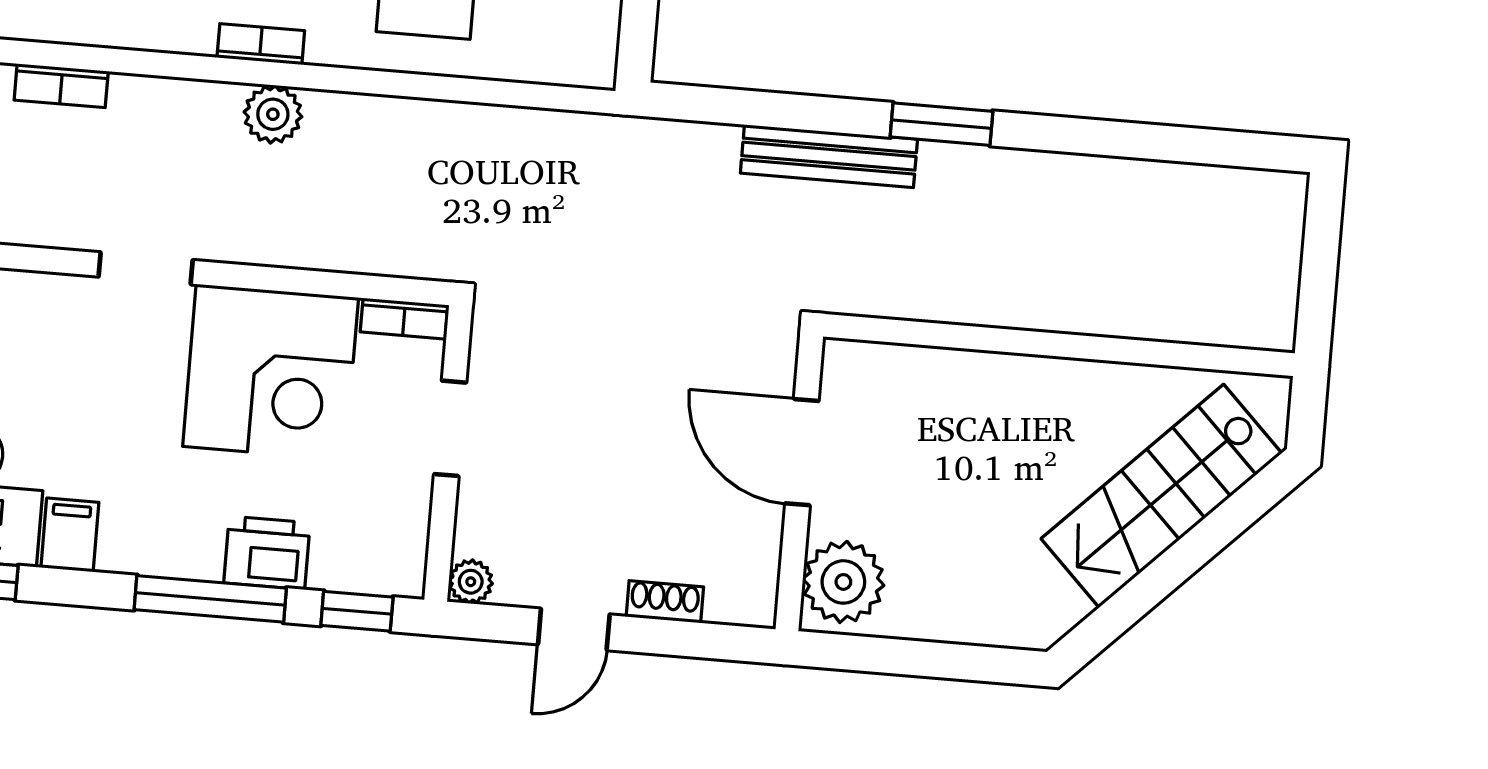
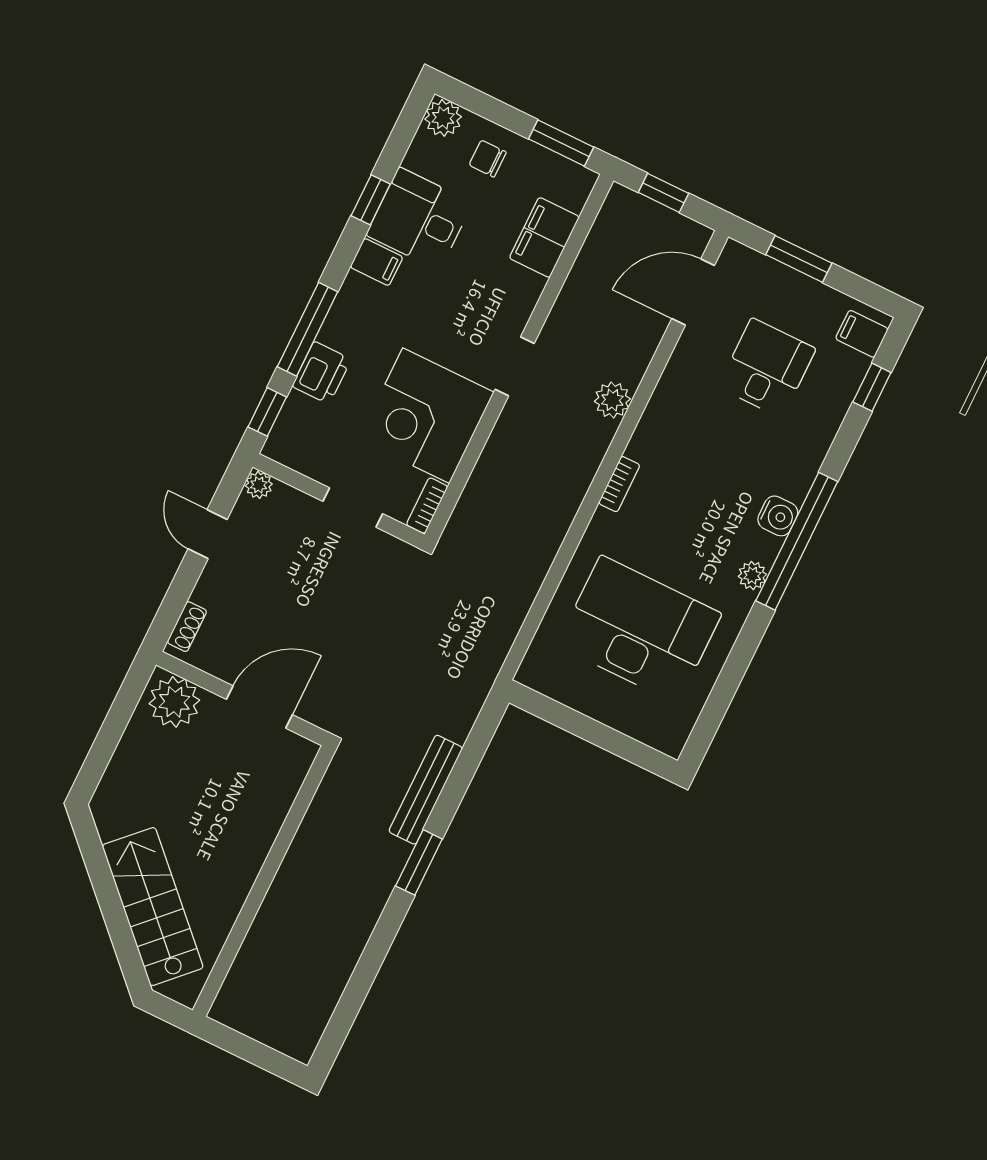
bookcase: (61, 86) -> (640, 358), removed
plant: (273, 114) -> (612, 400), moved
shoe rack: (665, 602) -> (187, 627), moved

